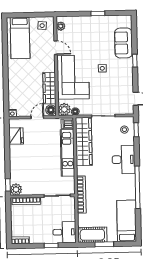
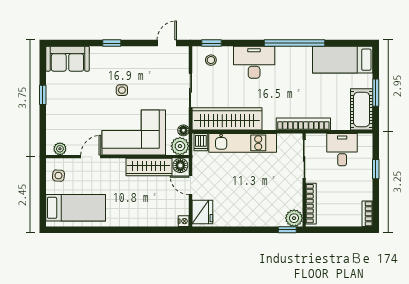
sofa: (124, 43) -> (67, 59), moved
fridge: (16, 136) -> (202, 212), moved, turned 90
desk: (64, 232) -> (342, 150), moved

